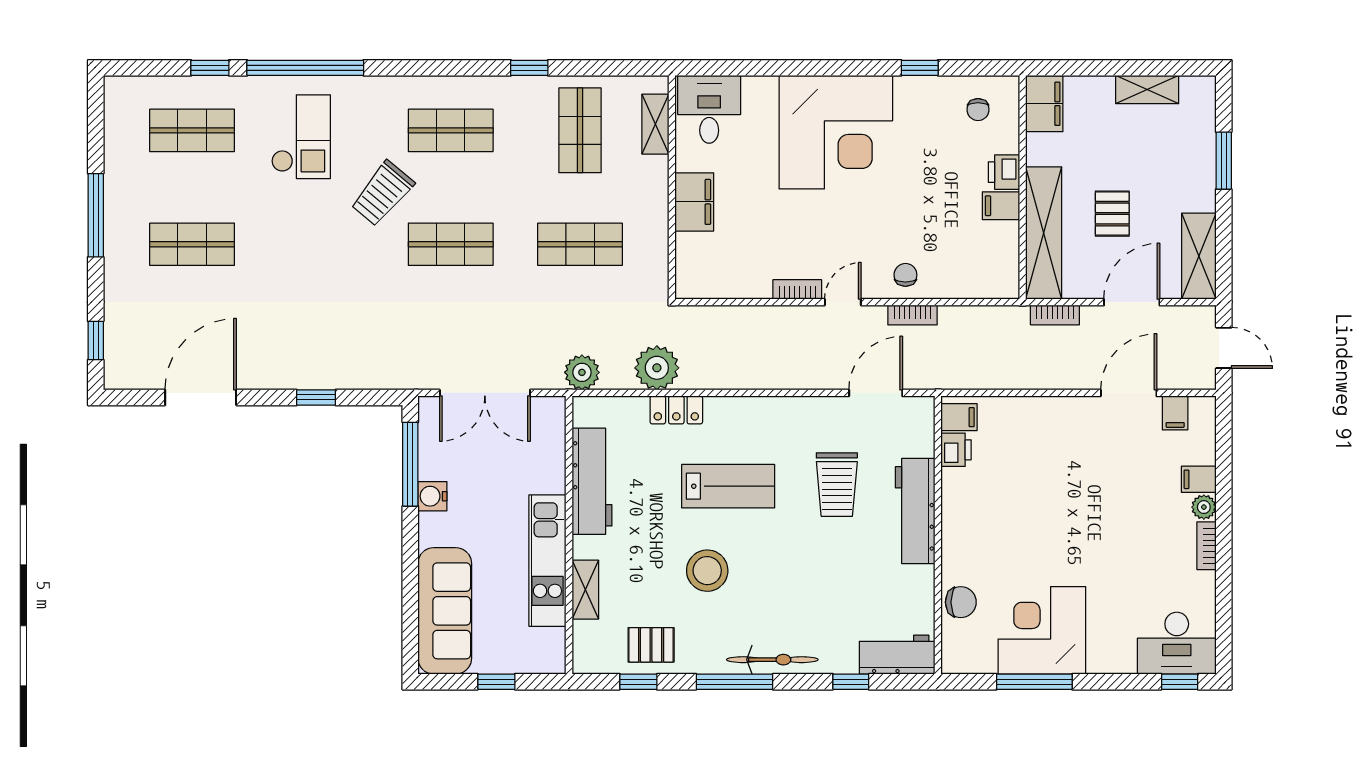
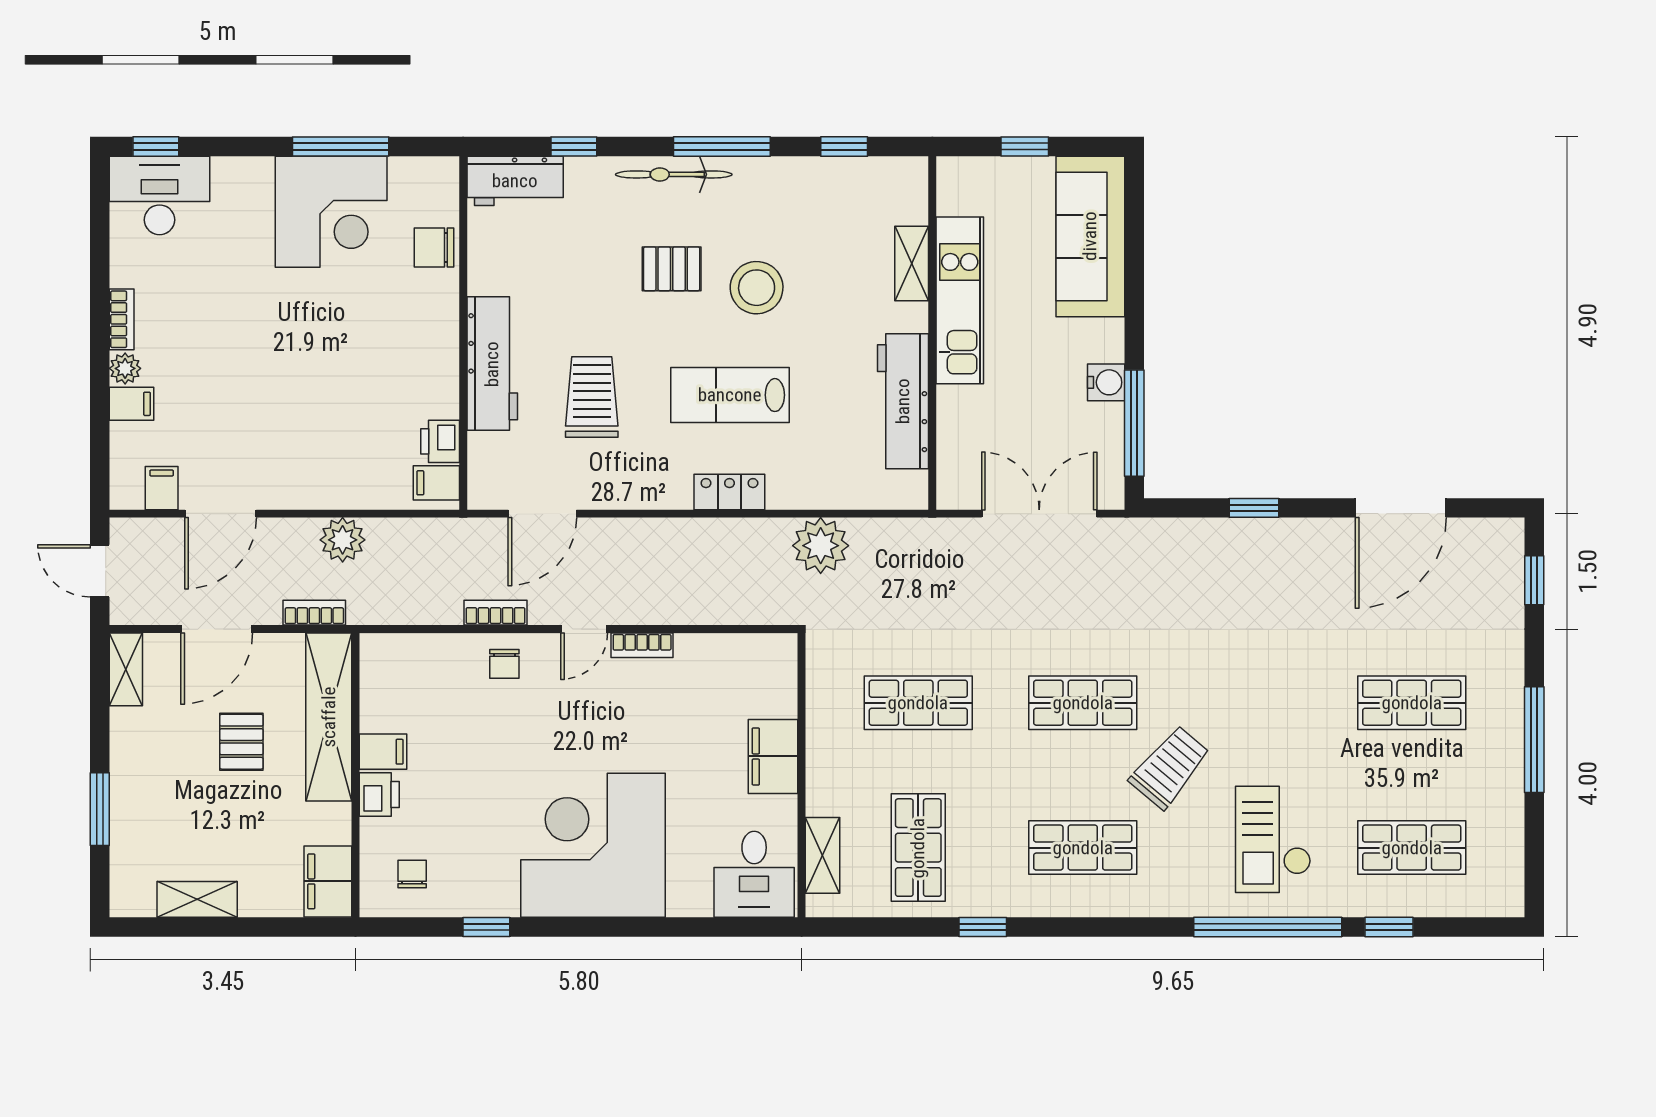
shelving: (1199, 256) -> (126, 669), width x0.67, depth x0.75
plant: (582, 372) -> (343, 540), moved
locker: (676, 410) -> (729, 492), moved
pallet: (651, 645) -> (672, 269), moved

